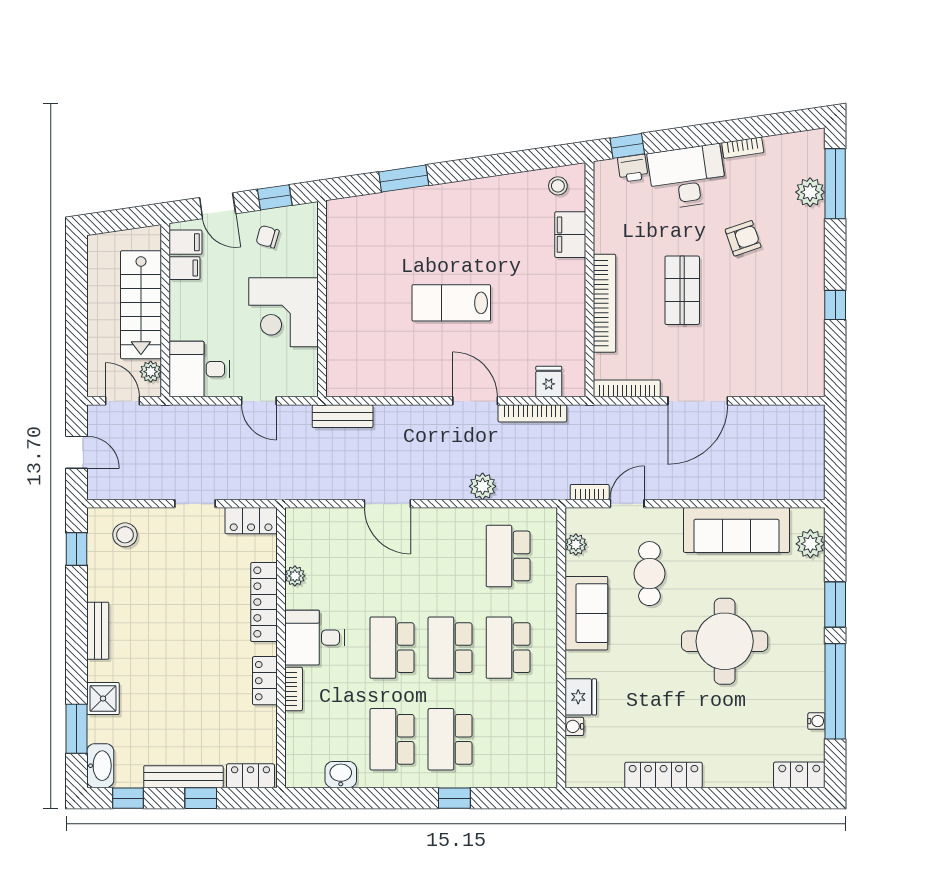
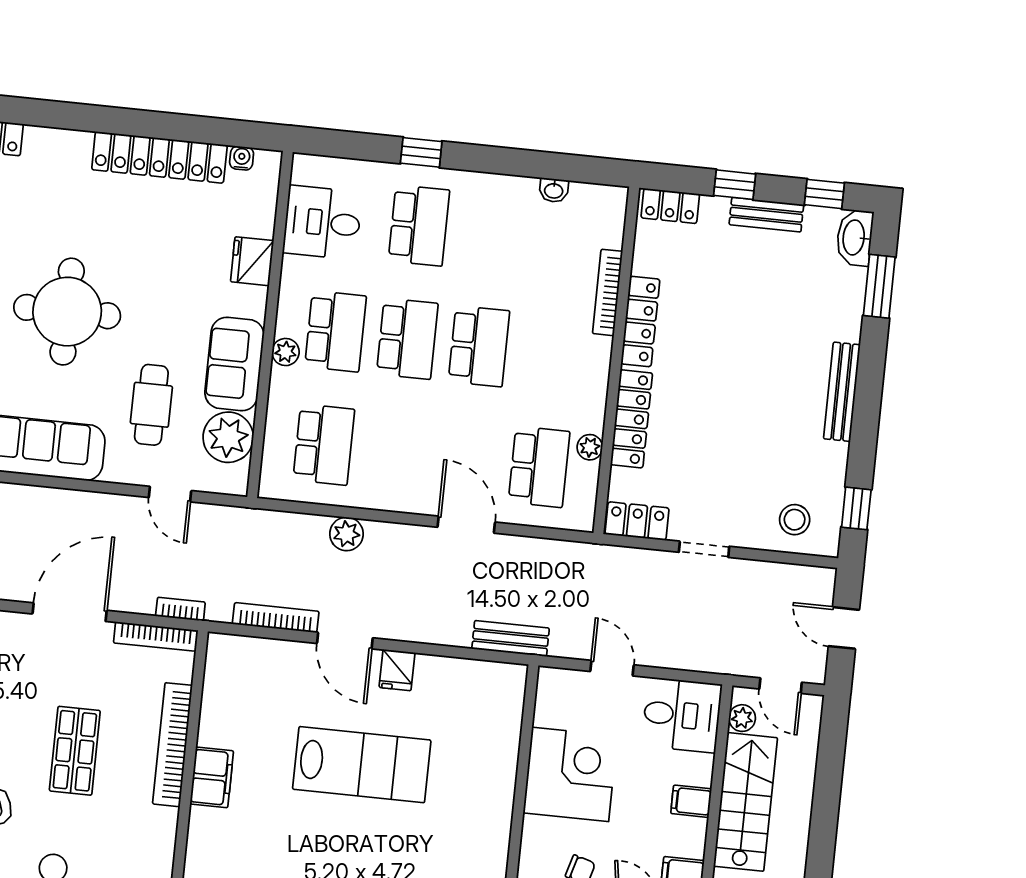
filing cabinet: (570, 235) -> (212, 777), moved
filing cabinet: (184, 268) -> (691, 801), moved
lab bench: (451, 303) -> (362, 765), width x1.36, depth x1.39
fridge: (549, 382) -> (397, 670), moved
bookcase: (590, 492) -> (180, 609), moved, turned 180
door: (627, 504) -> (170, 494), hinge flipped
plant: (576, 545) -> (228, 437), width x1.88, depth x1.88
plant: (546, 627) -> (286, 352), added
bench: (98, 631) -> (842, 392), width x1.36
desk: (314, 638) -> (322, 222), moved, turned 180
locker: (265, 681) -> (640, 322), width x1.53
bookcase: (294, 689) -> (608, 292), width x1.56
shower: (103, 699) -> (843, 320), removed
water cooler: (574, 726) -> (242, 158), moved, turned -90
school desk: (392, 739) -> (539, 467), moved
washbasin: (341, 775) -> (554, 190), width x0.72, depth x0.69
locker: (664, 775) -> (159, 157), width x1.41, depth x1.21
bench: (183, 777) -> (766, 215), width x0.73

